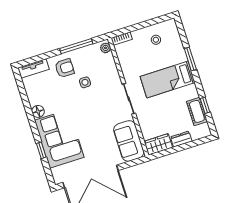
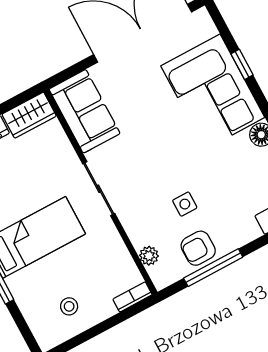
plant: (106, 48) -> (149, 256), moved
armchair: (65, 68) -> (198, 248), moved

